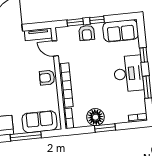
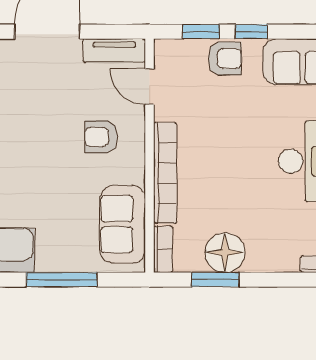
armchair: (87, 33) -> (225, 58), turned -90
armchair: (47, 78) -> (101, 137), moved
sofa: (40, 122) -> (123, 224), moved, turned -90
window: (105, 128) -> (215, 280), moved

